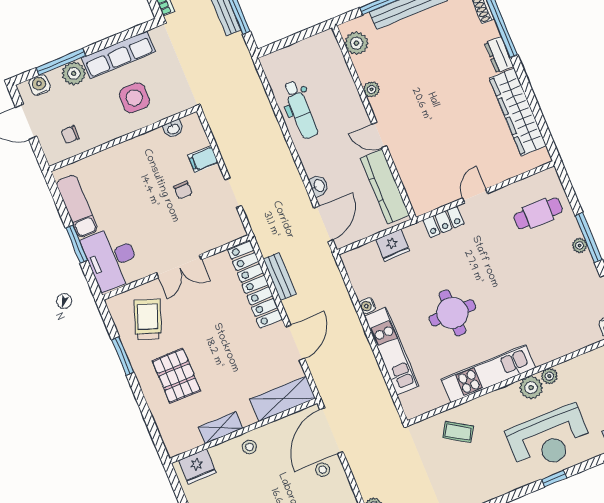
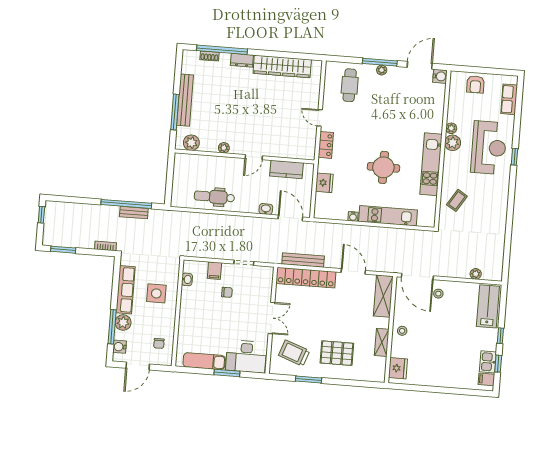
dental chair: (300, 110) -> (214, 197), turned 180
kitchen counter: (385, 186) -> (286, 169), width x0.67
bench: (280, 277) -> (303, 260), width x1.36

